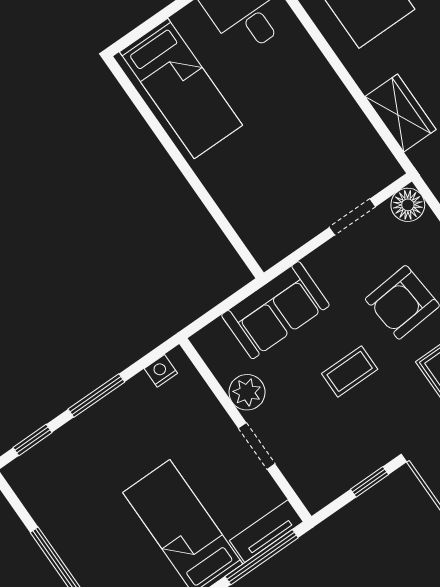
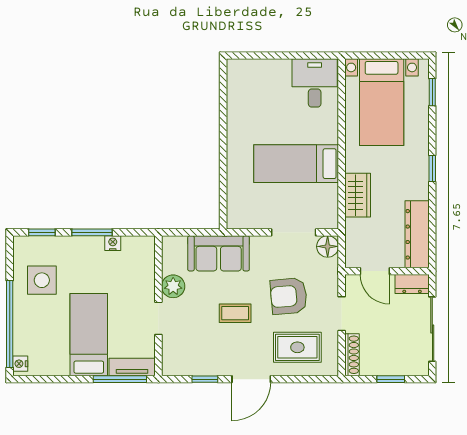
bed: (181, 89) -> (296, 164), moved, turned 90
doorway: (352, 217) -> (294, 232), width x1.38
nightstand: (161, 371) -> (113, 243), moved
side table: (75, 501) -> (42, 280), added

